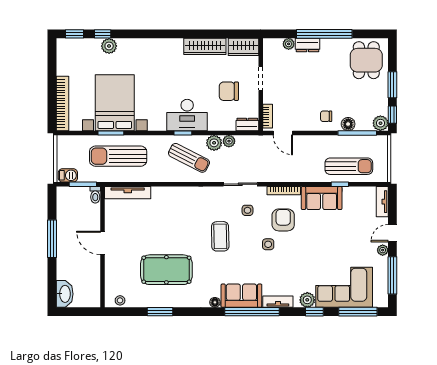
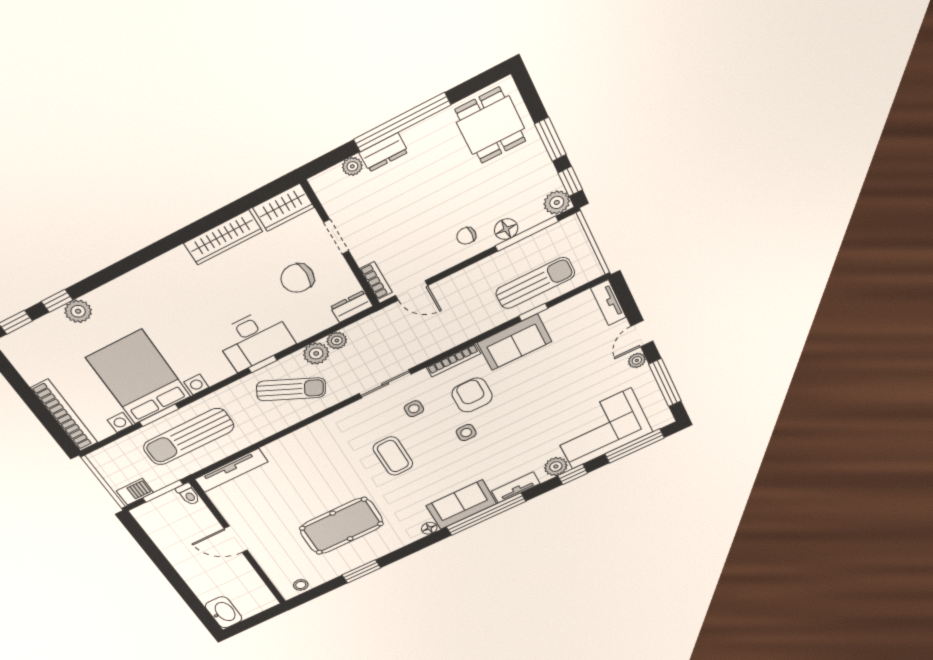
window: (52, 239) -> (165, 567), removed

